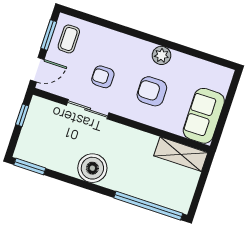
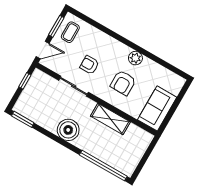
armchair: (152, 91) -> (123, 83), turned -90
shelving: (181, 154) -> (110, 119), moved

